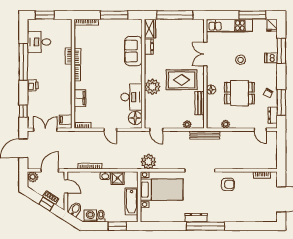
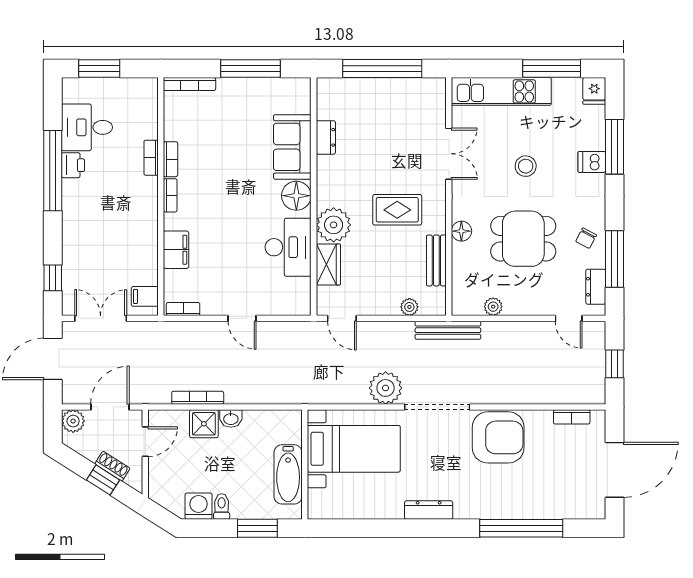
wardrobe: (150, 29) -> (328, 265), moved
double door: (205, 54) -> (449, 154), swing flipped
rug: (182, 80) -> (397, 210), width x0.73, depth x0.70
printer: (33, 85) -> (73, 165), moved
floor lamp: (135, 118) -> (296, 196), moved
window: (281, 151) -> (614, 364), added
plant: (148, 162) -> (386, 388), moved
shower: (118, 178) -> (204, 424), moved
armchair: (228, 184) -> (498, 437), width x1.88, depth x1.88
door: (66, 186) -> (145, 442), hinge flipped
bidet: (75, 209) -> (166, 492), removed
window: (205, 226) -> (521, 528), moved

